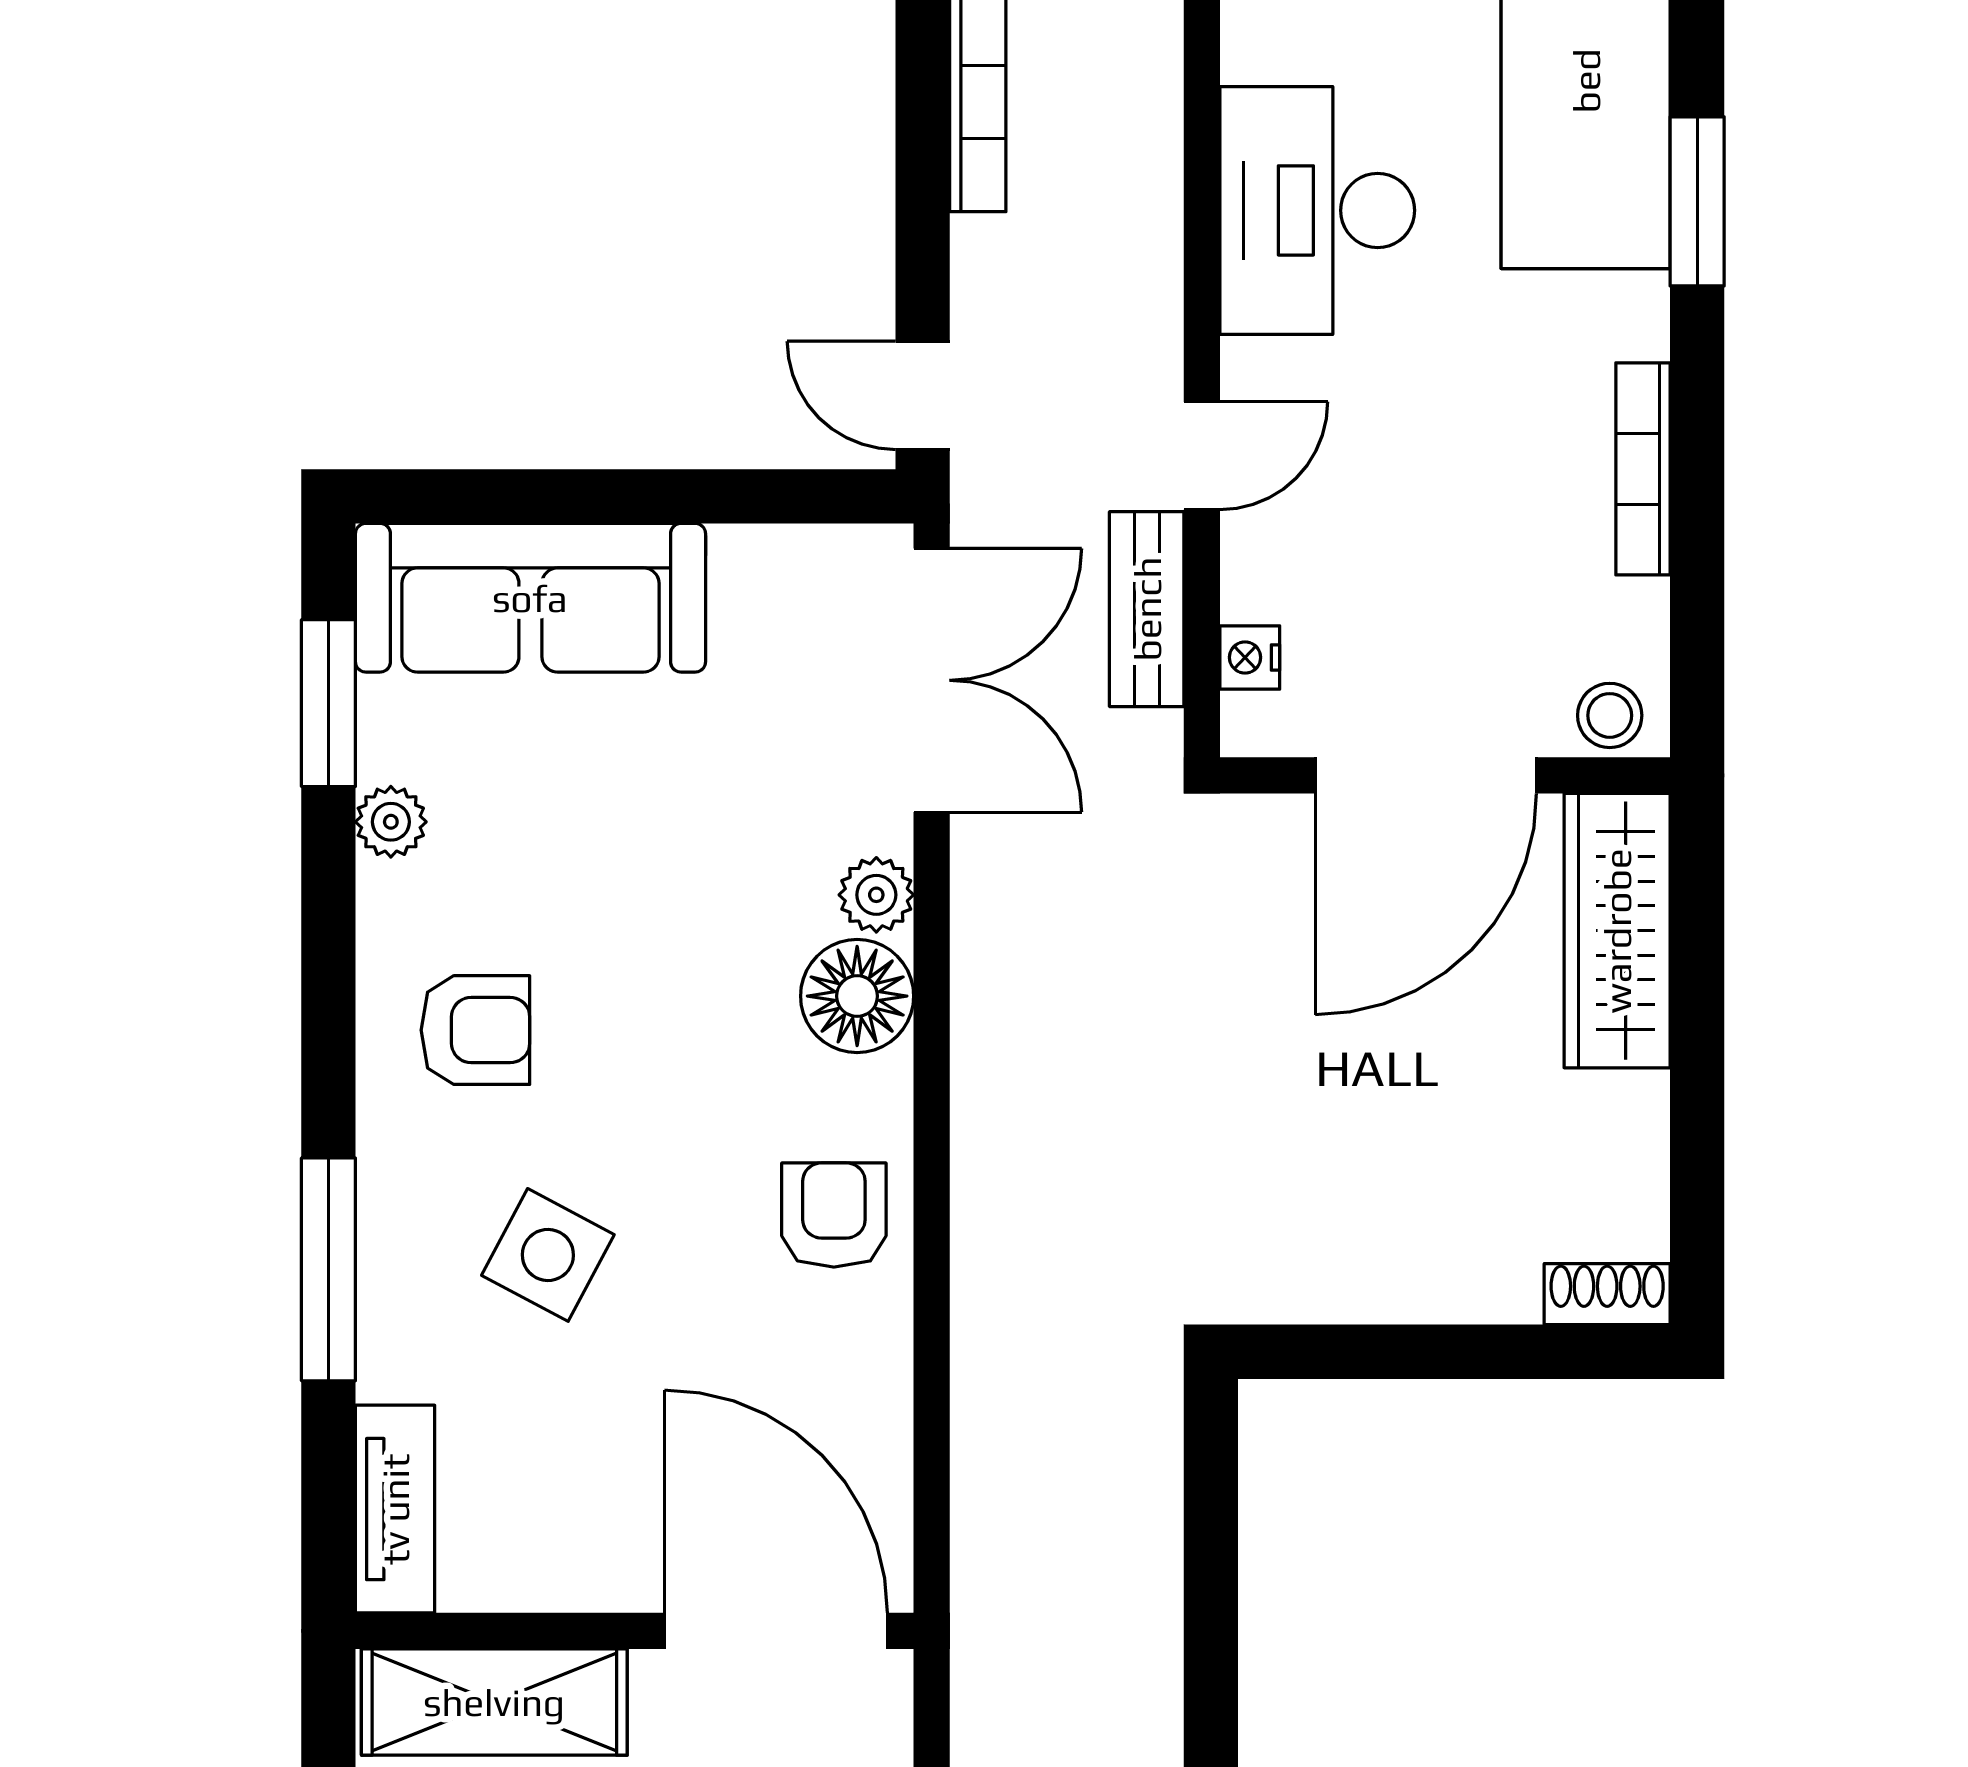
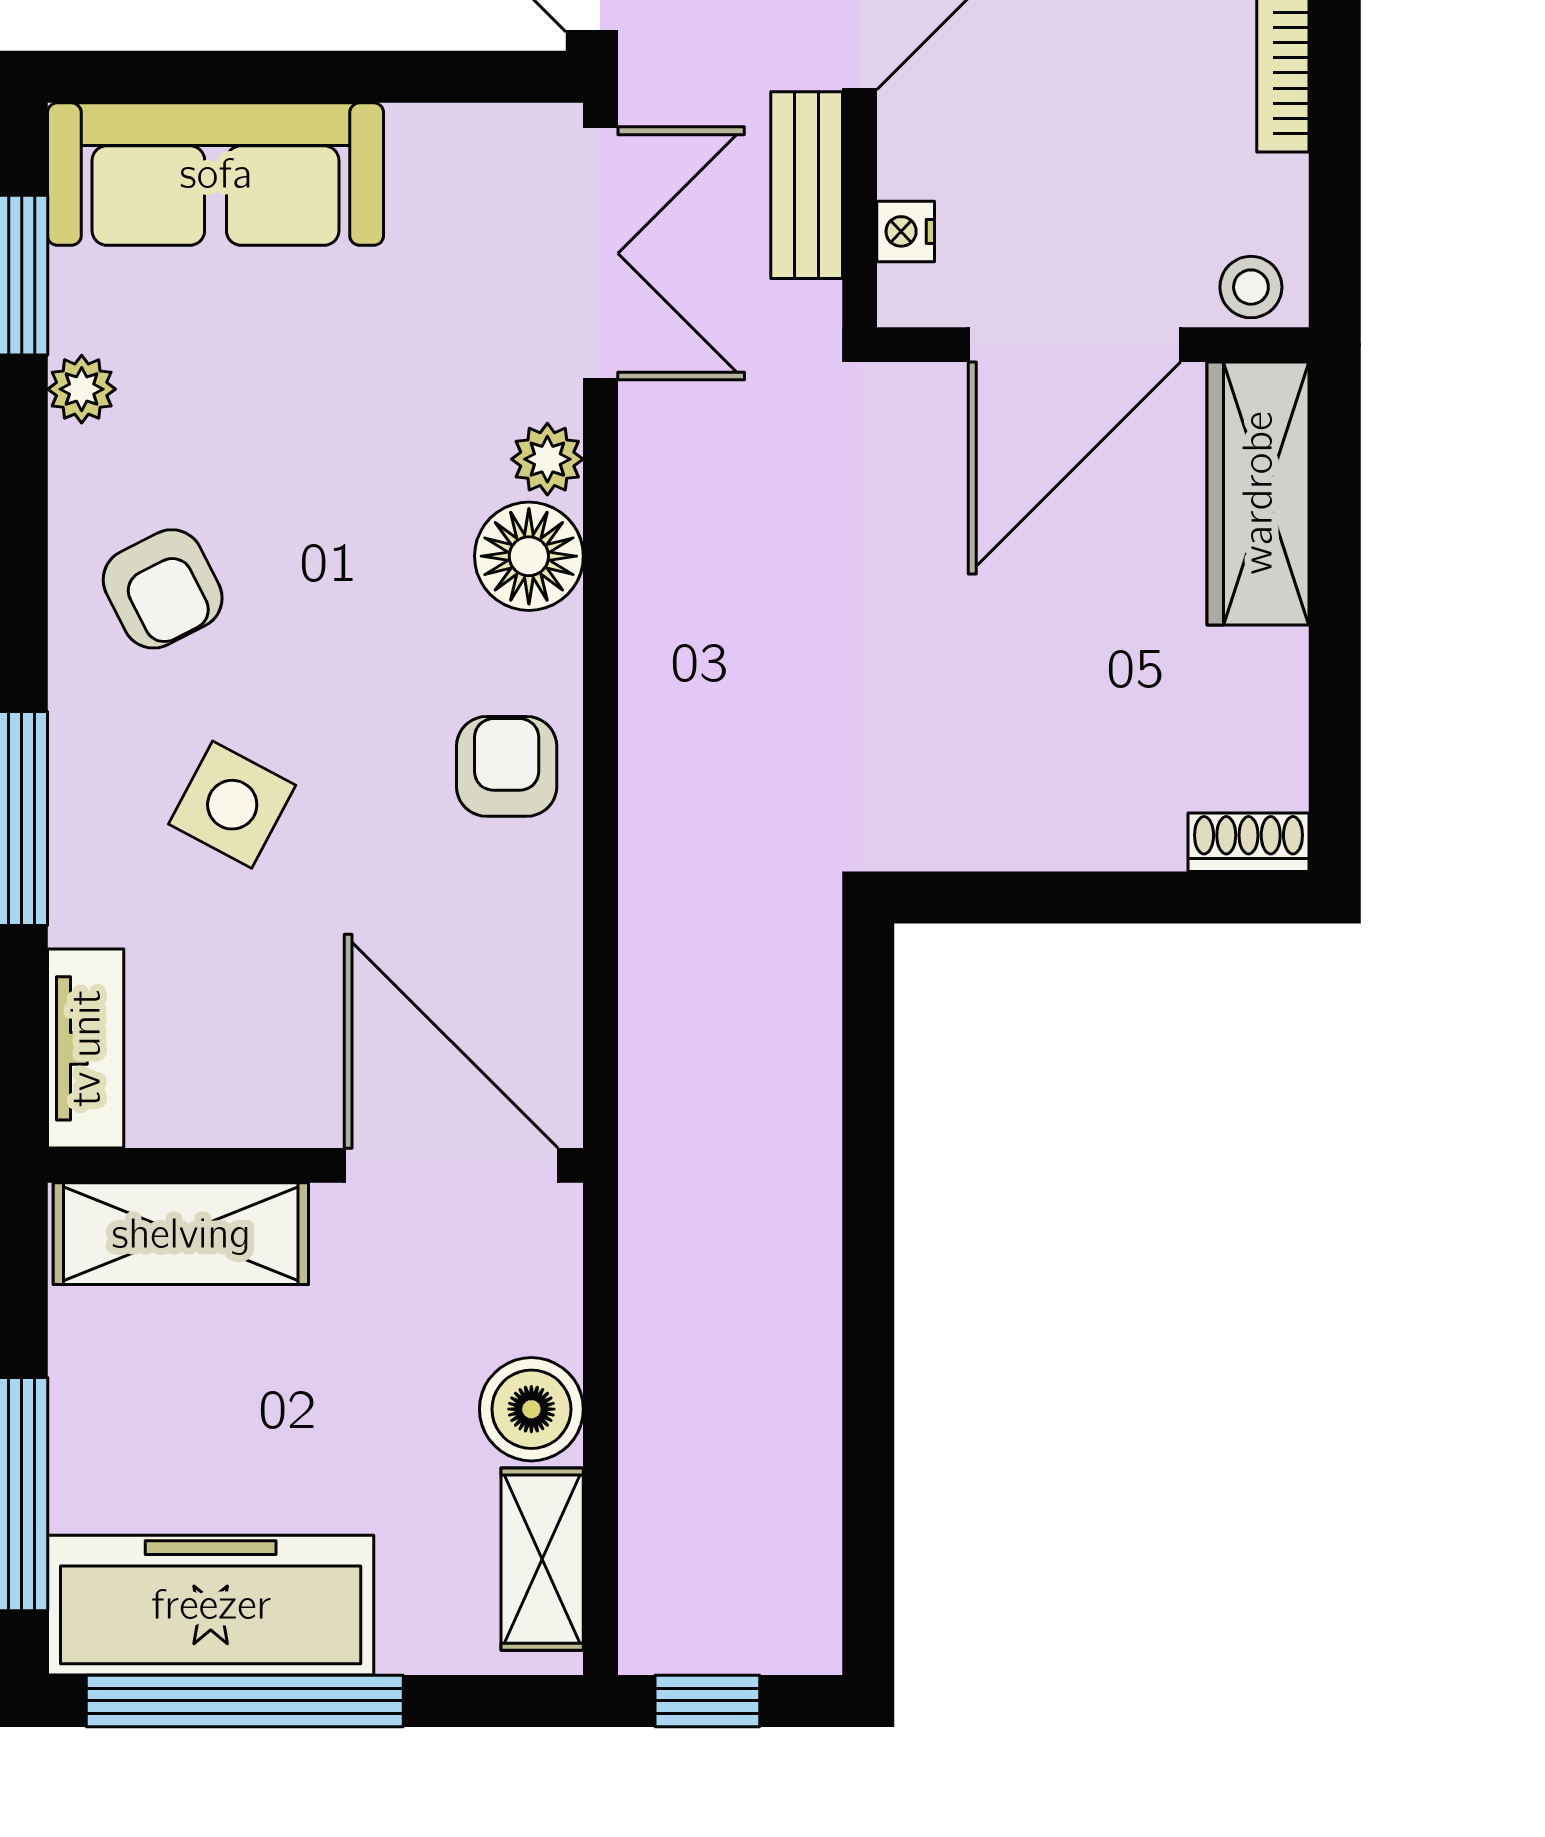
armchair: (475, 1030) -> (163, 589), turned 63

